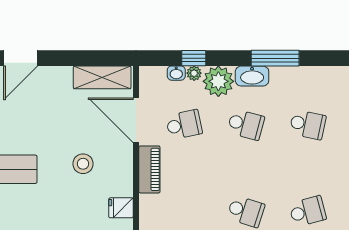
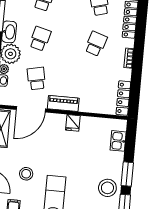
stool: (83, 164) -> (26, 174), moved
fridge: (121, 208) -> (73, 123), moved

